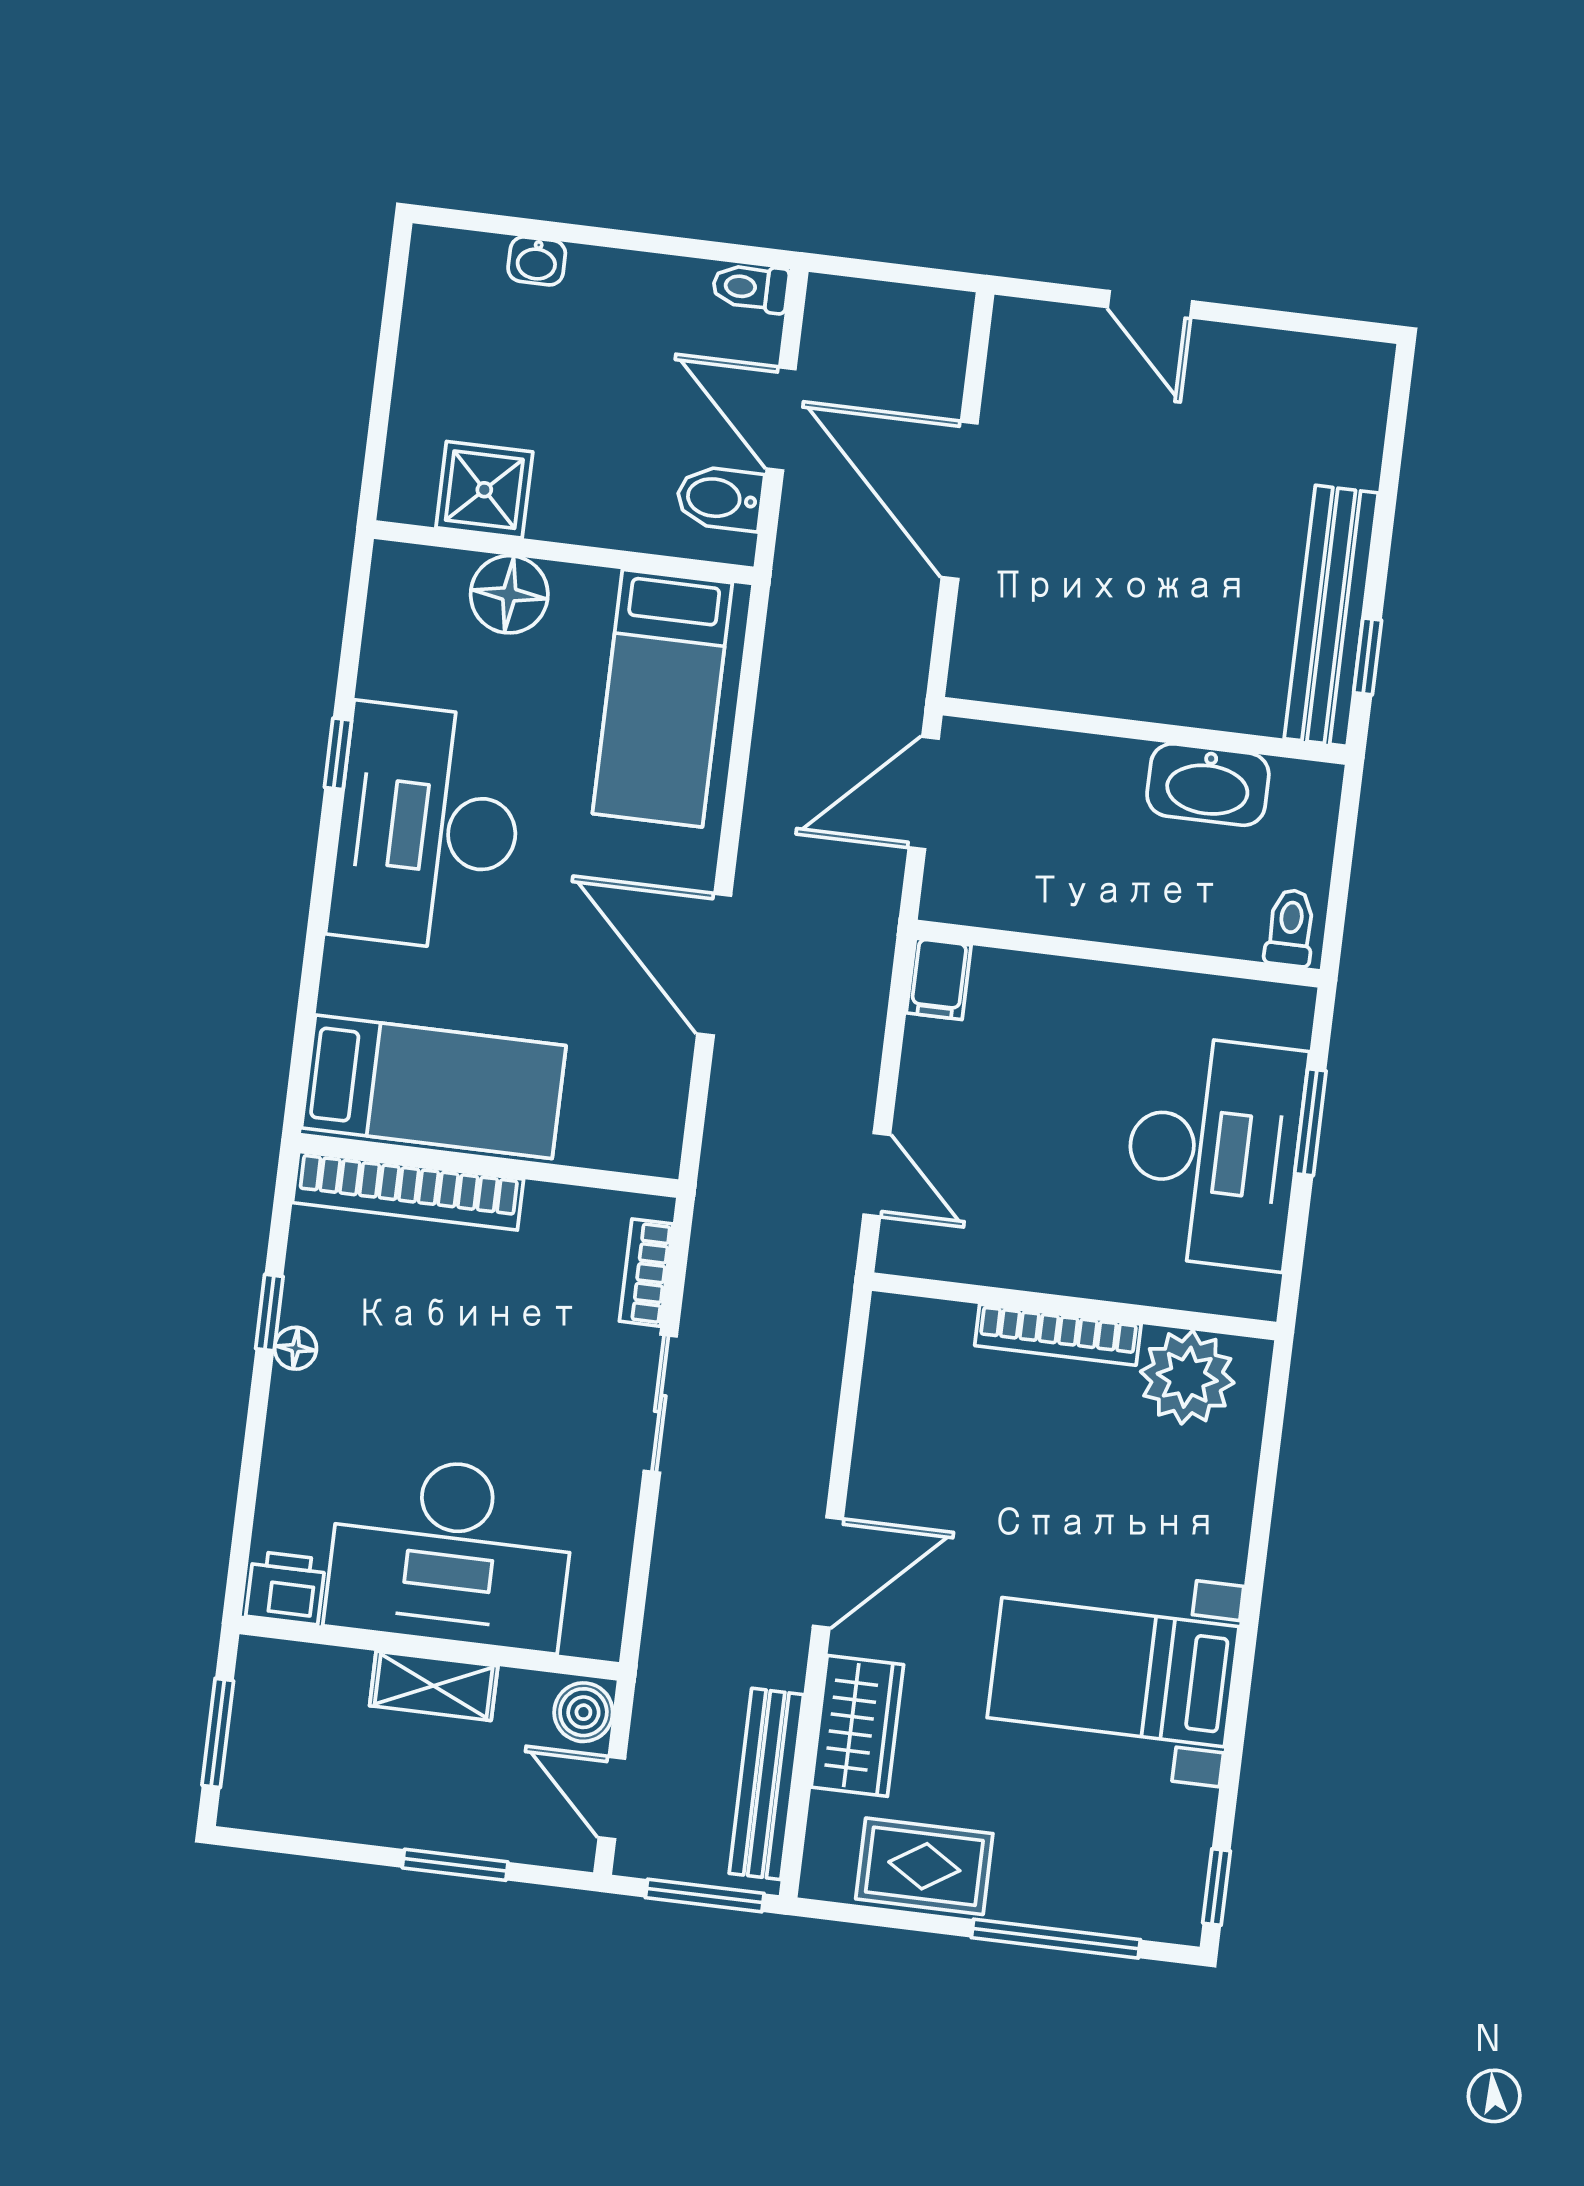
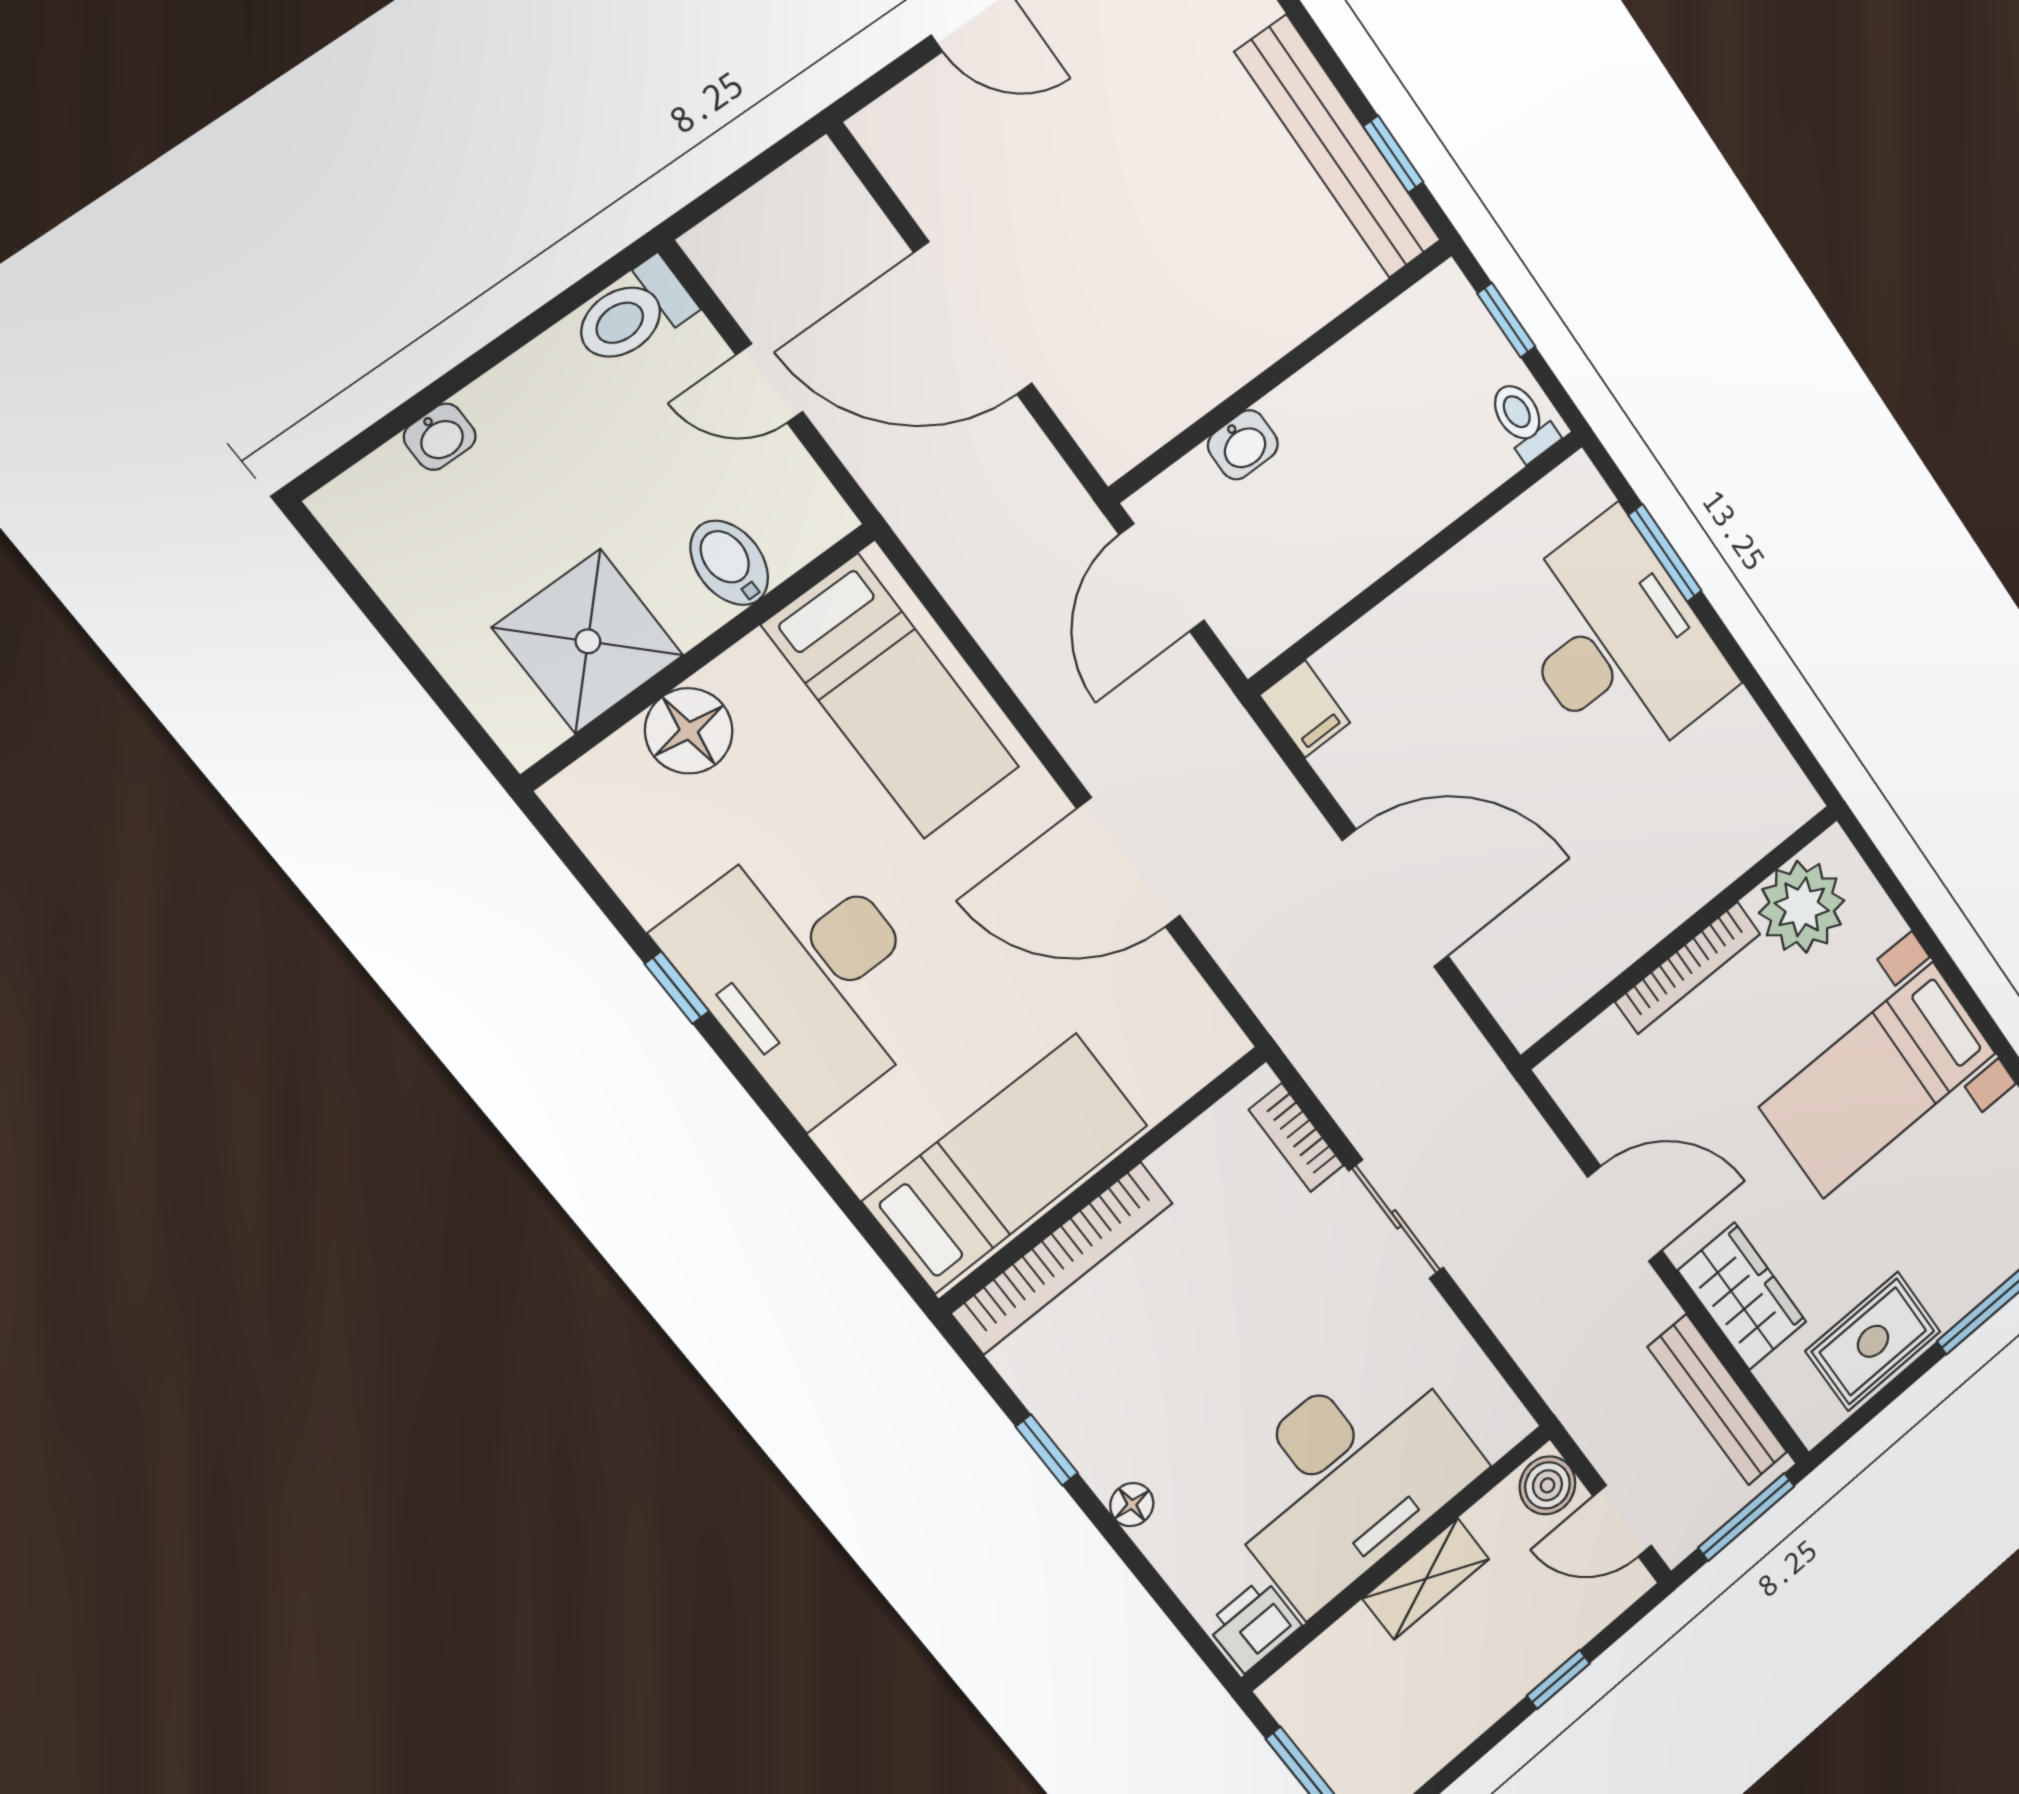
toilet: (751, 288) -> (633, 314), width x1.37, depth x1.39
door: (781, 419) -> (769, 383), width x0.73
shower: (484, 490) -> (588, 641), width x1.36, depth x1.36
bidet: (720, 498) -> (729, 563), moved, turned 90
washbasin: (1208, 785) -> (1243, 445), moved, width x0.52, depth x0.69
window: (1344, 846) -> (1506, 320), added
door: (877, 1175) -> (1395, 898), width x1.88
wall: (1074, 1306) -> (1681, 936), moved
bookcase: (1058, 1335) -> (1688, 968), moved
floor lamp: (296, 1348) -> (1132, 1505), moved
plant: (1187, 1377) -> (1802, 907), moved
door: (828, 1572) -> (1625, 1214), hinge flipped
window: (455, 1865) -> (1558, 1679), width x0.67

